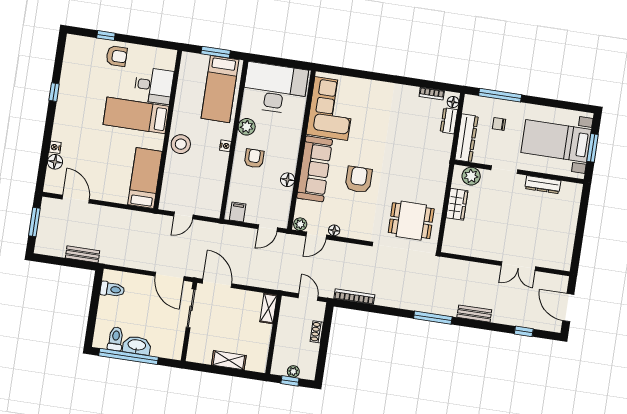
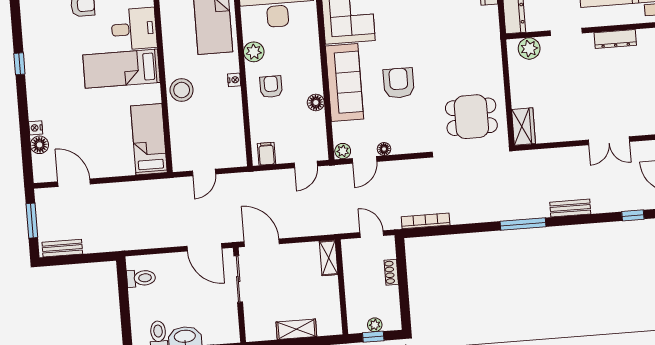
wardrobe: (457, 204) -> (523, 126), moved
bench: (83, 254) -> (62, 248), moved

